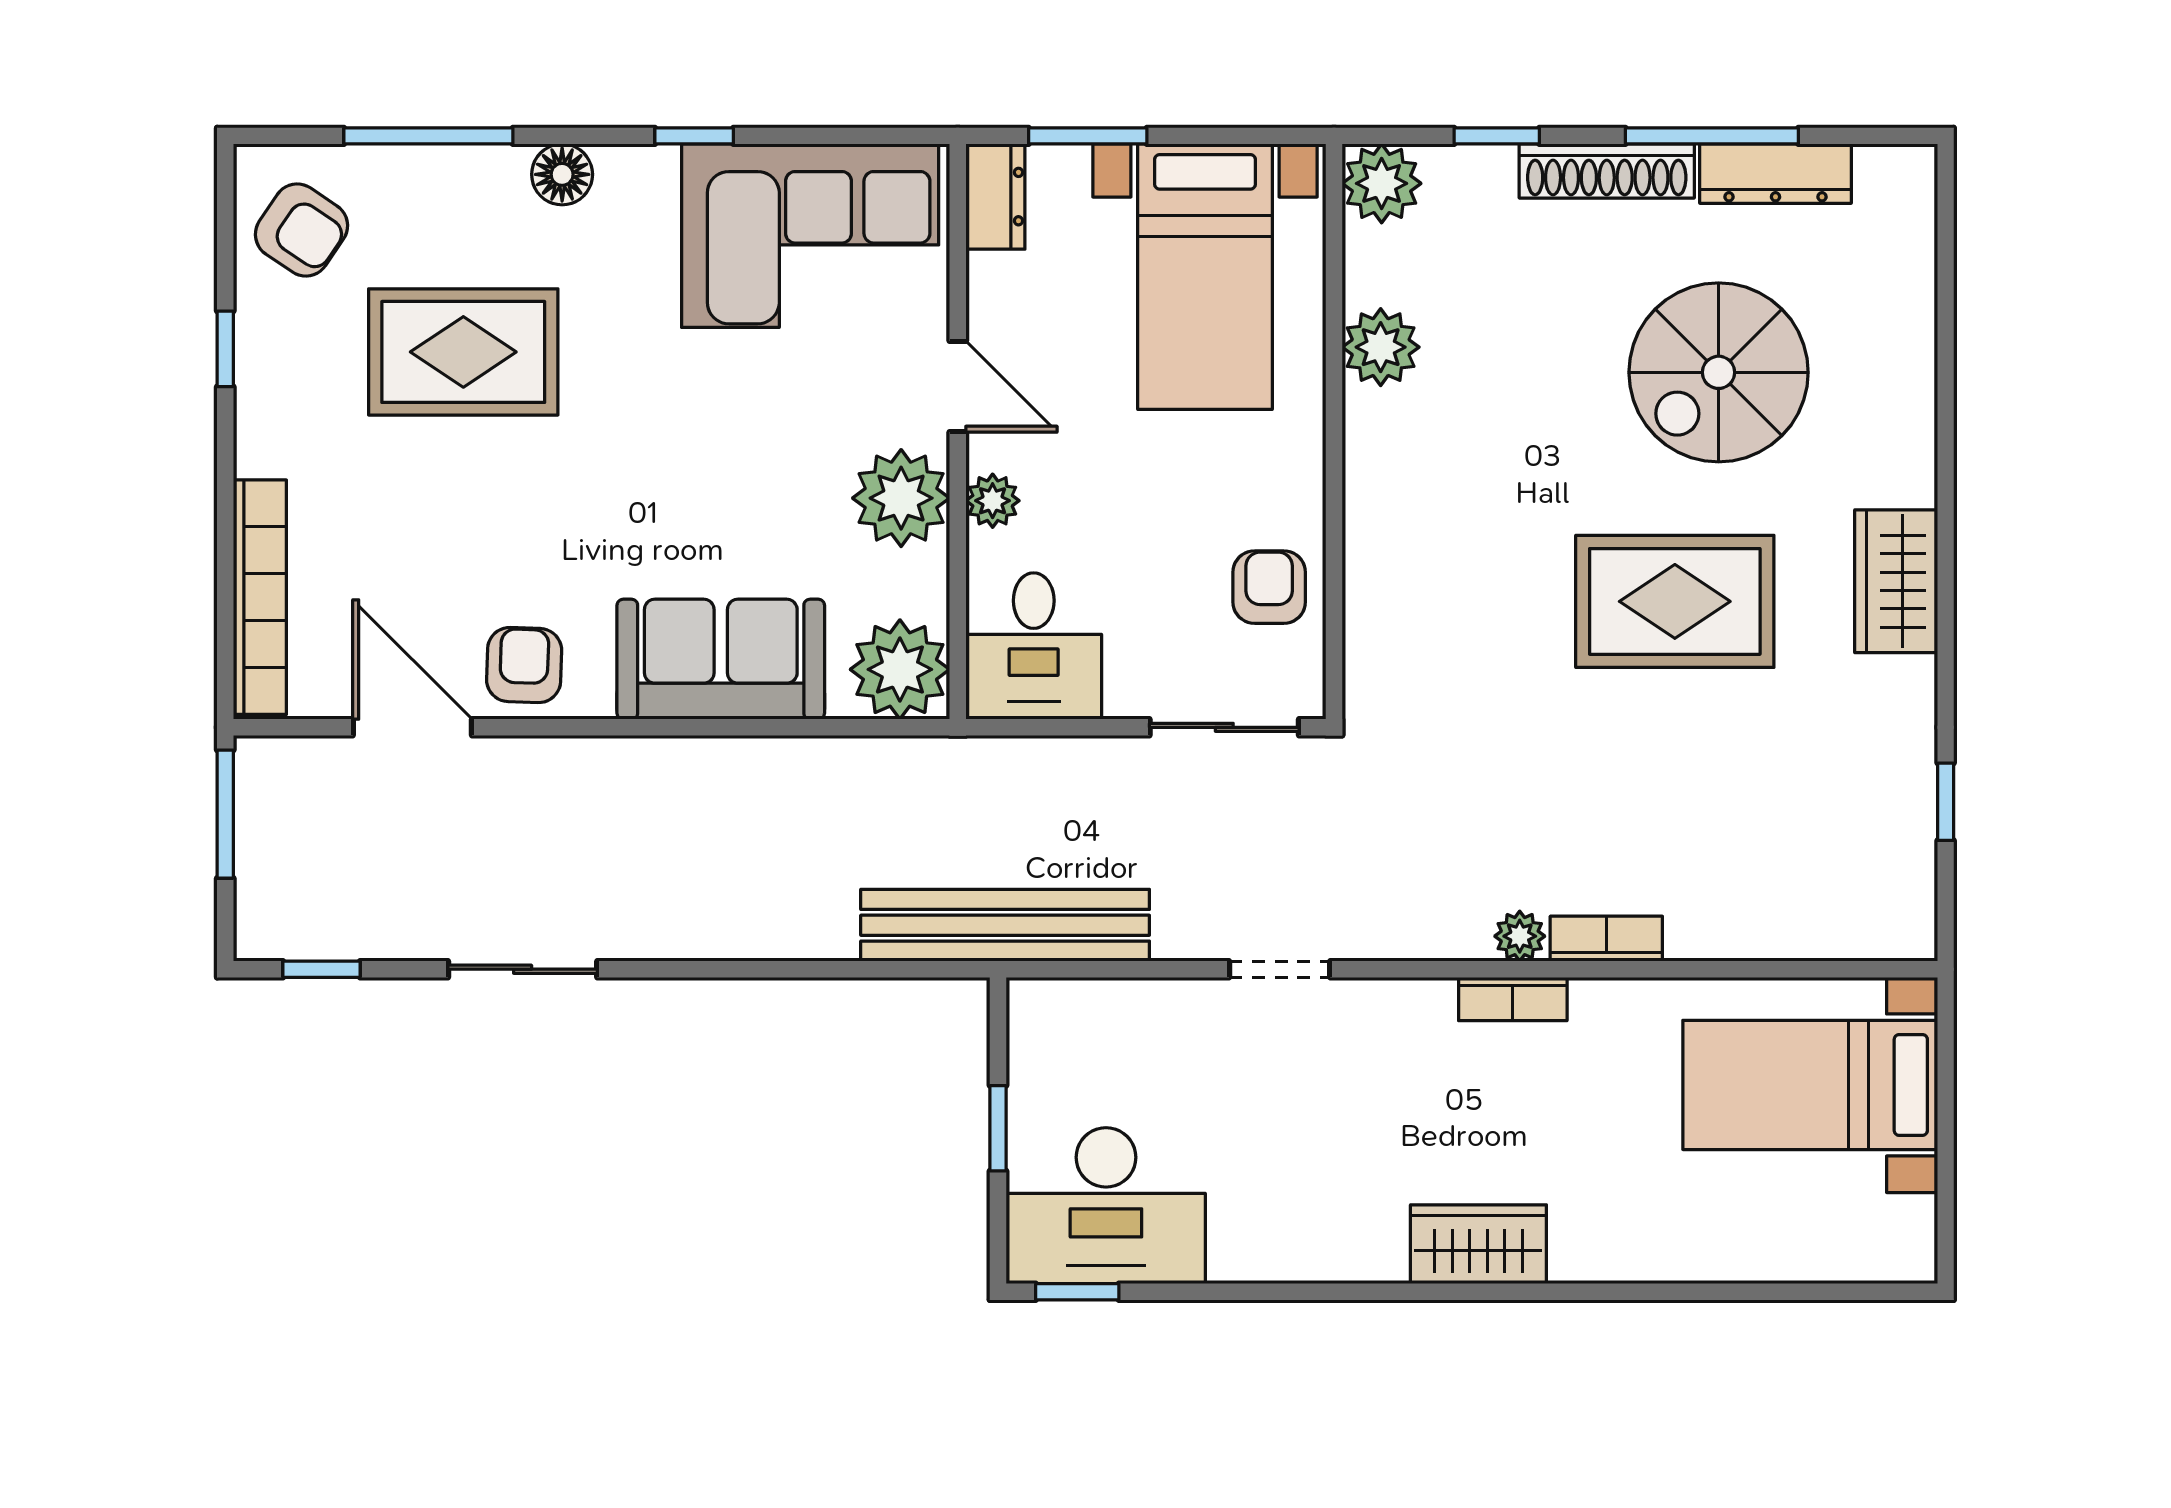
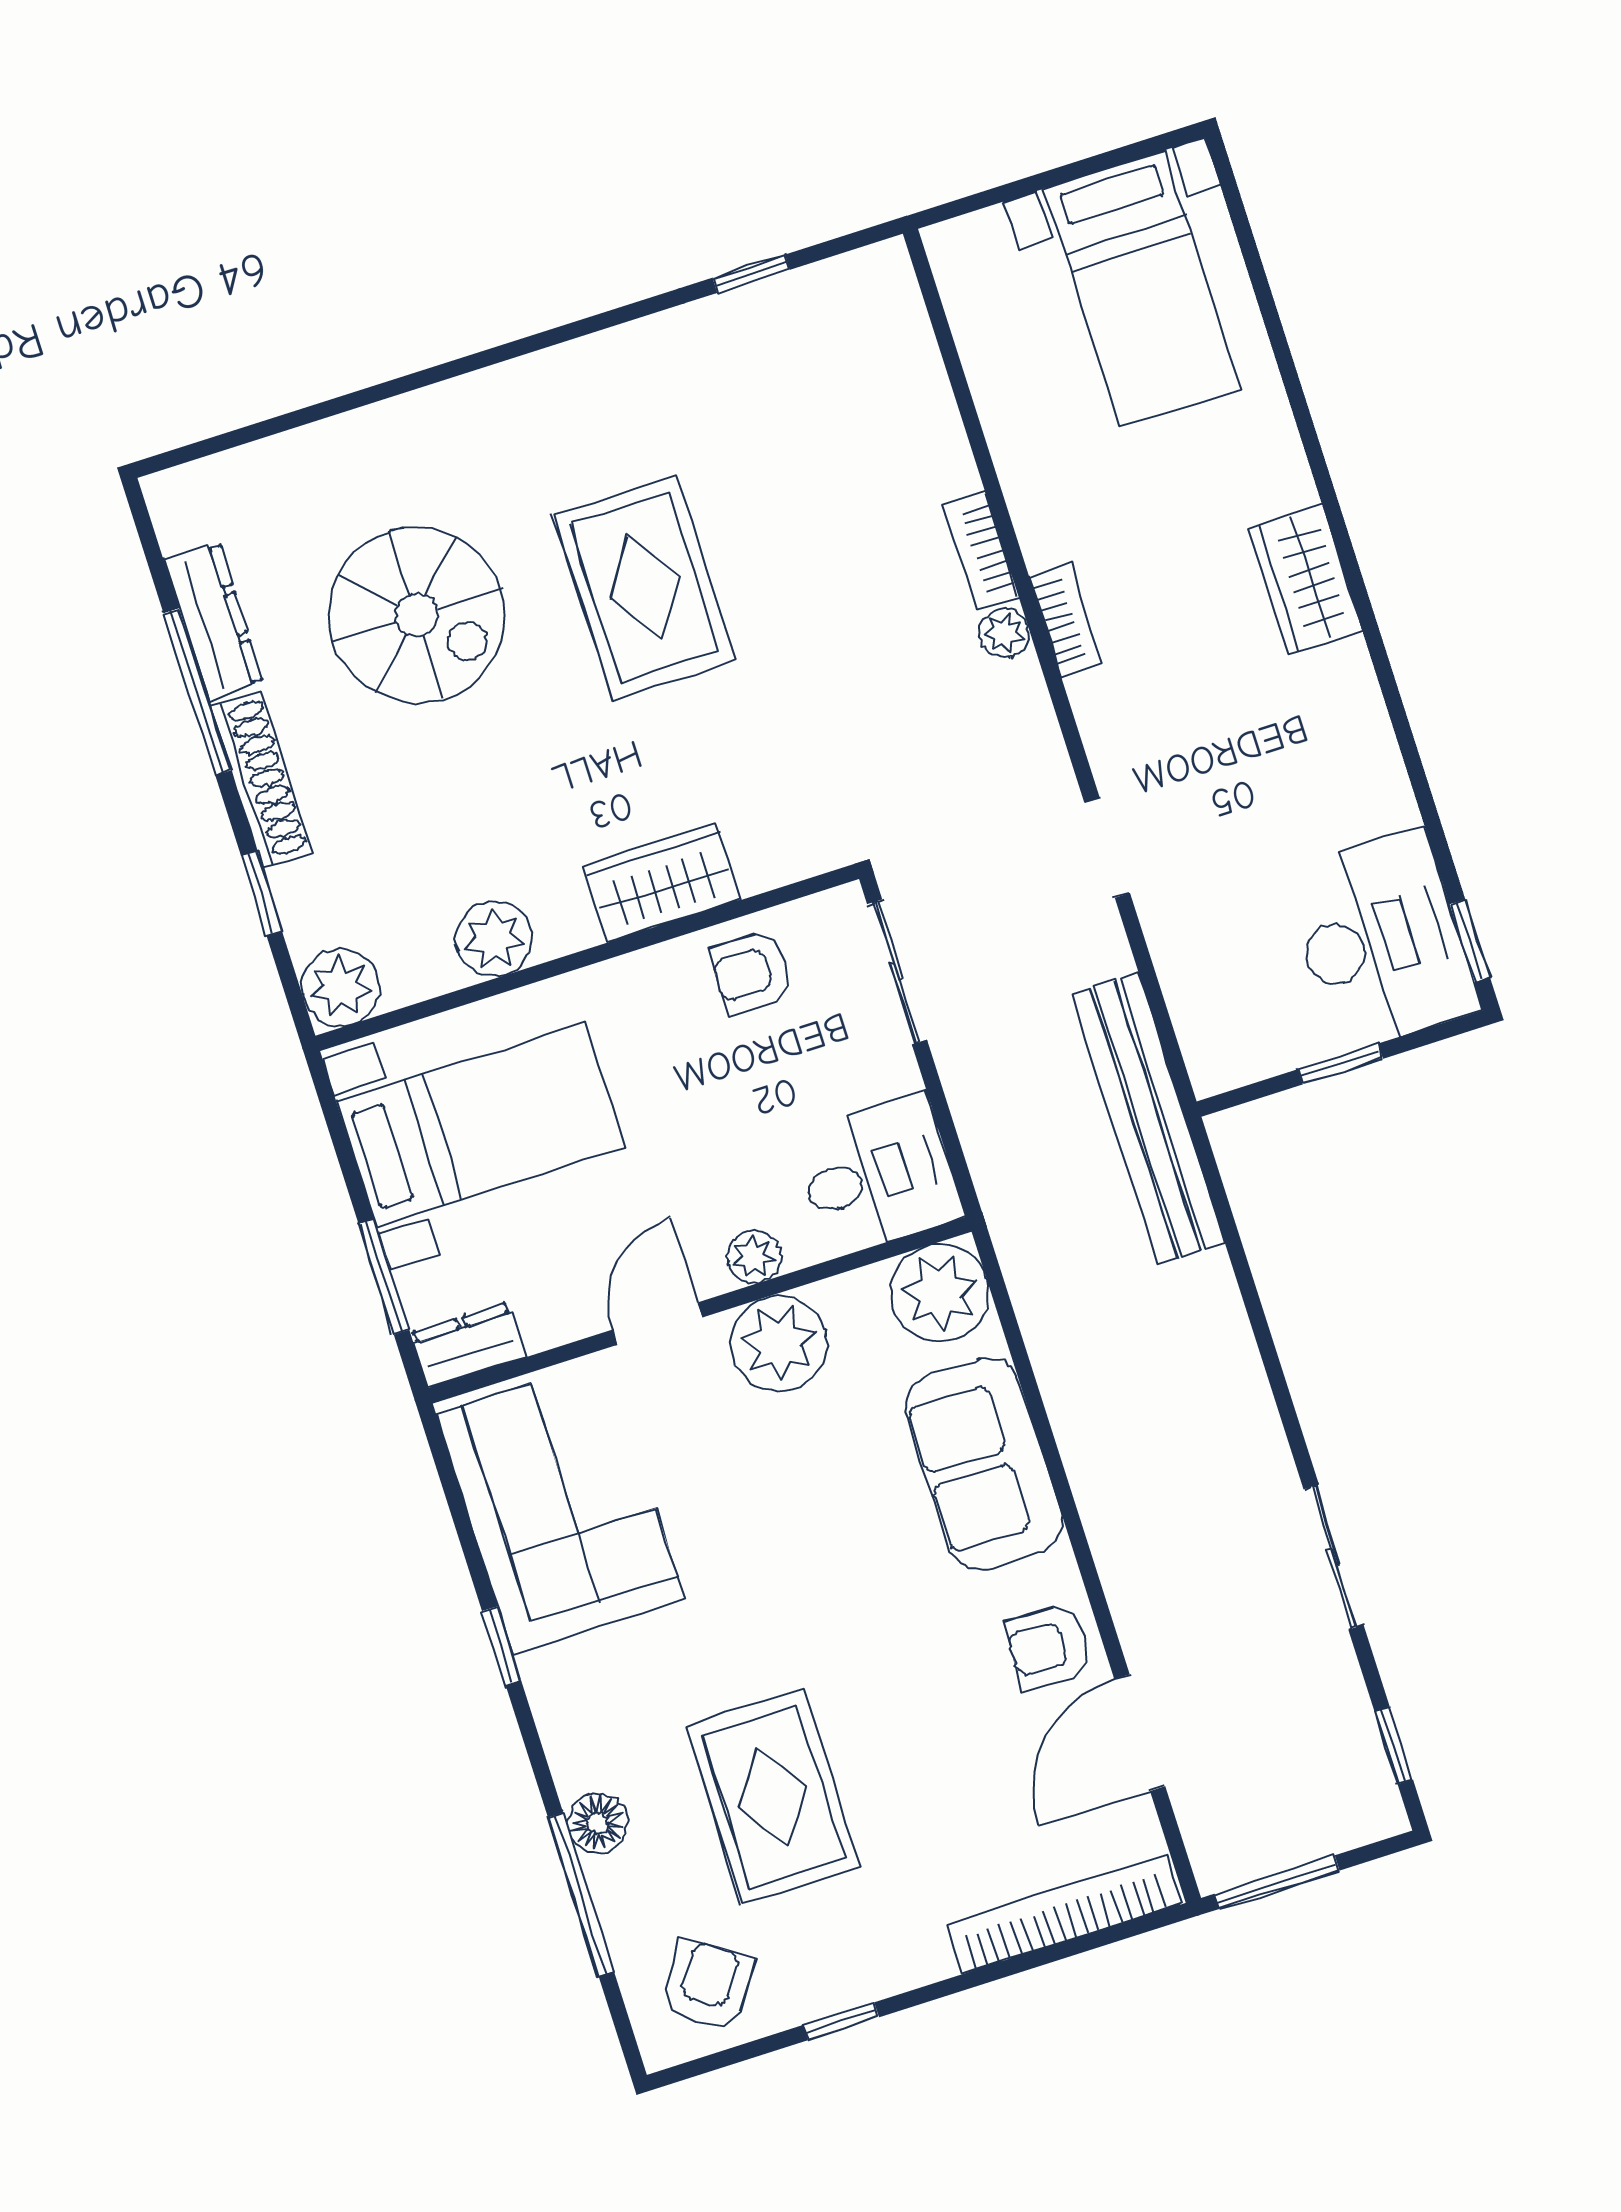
floor lamp: (562, 174) -> (598, 1823), moved
wardrobe: (1896, 581) -> (662, 883), moved, turned 180
bed with nightstands: (1810, 1085) -> (1142, 289), moved

